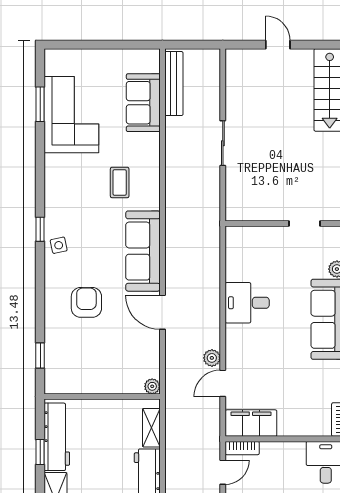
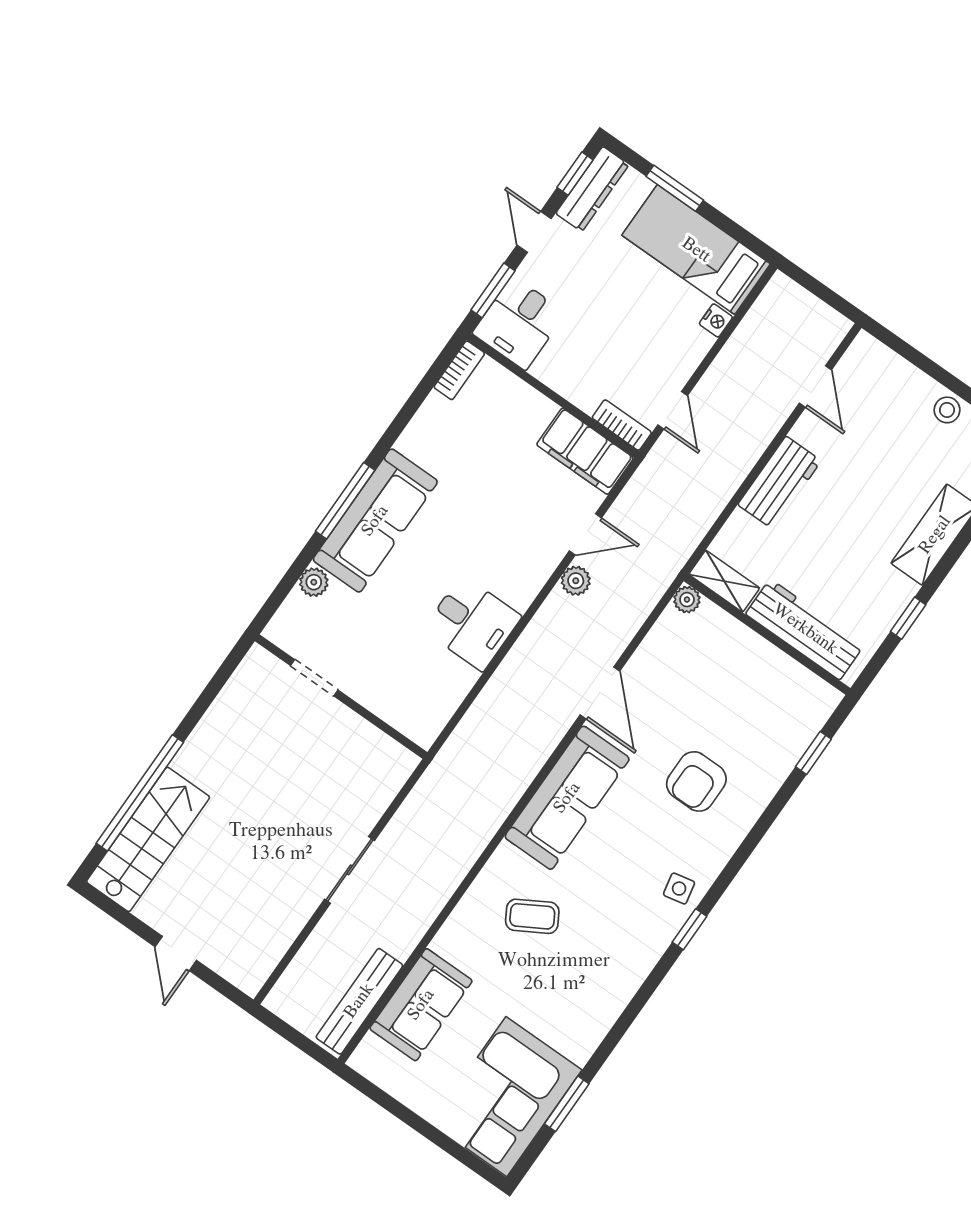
corner sofa: (71, 115) -> (506, 1097), moved
coffee table: (120, 182) -> (532, 916), turned 60
shelving: (151, 428) -> (724, 581), moved, turned 90
workbench: (57, 437) -> (805, 629), moved, turned 90
door: (223, 472) -> (673, 410), swing flipped

